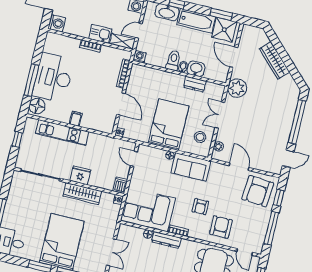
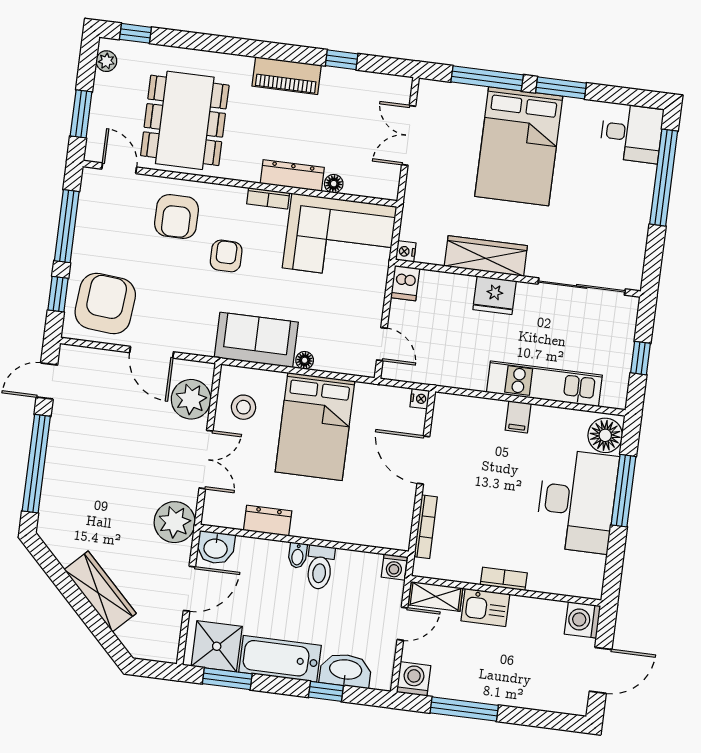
door: (234, 57) -> (189, 589), hinge flipped
washbasin: (196, 69) -> (216, 548), moved
plant: (218, 146) -> (191, 399), width x1.87, depth x1.87

